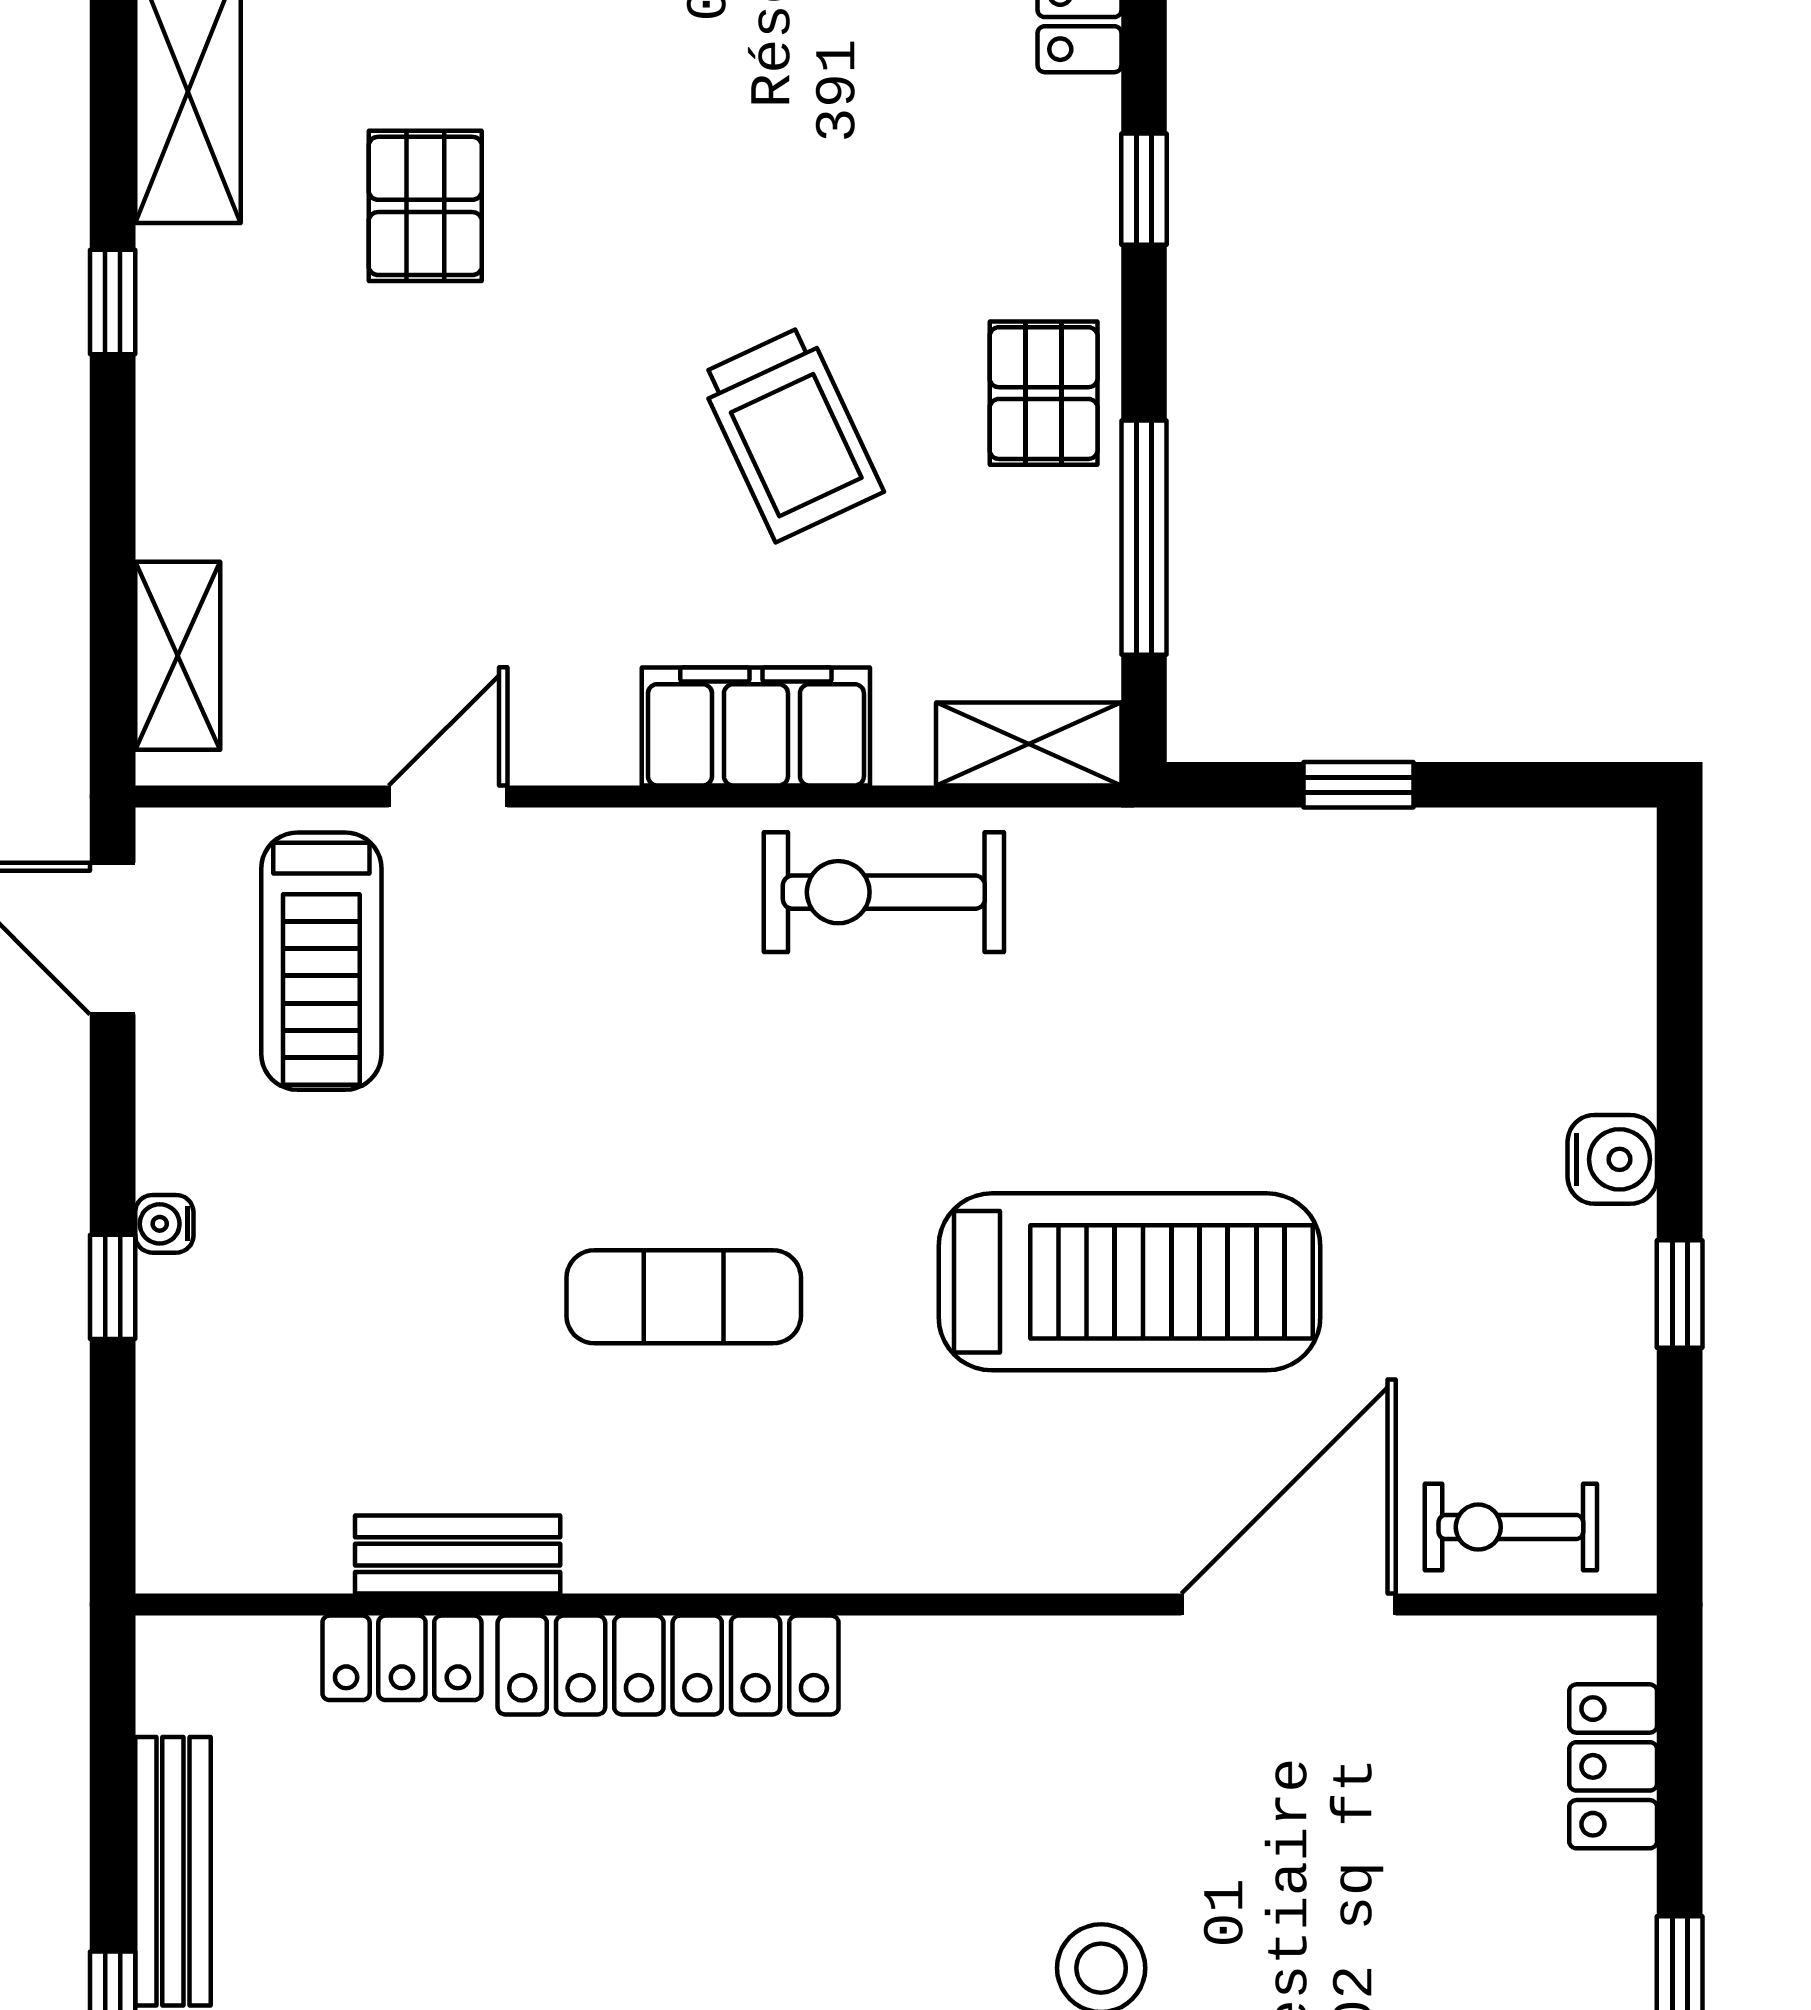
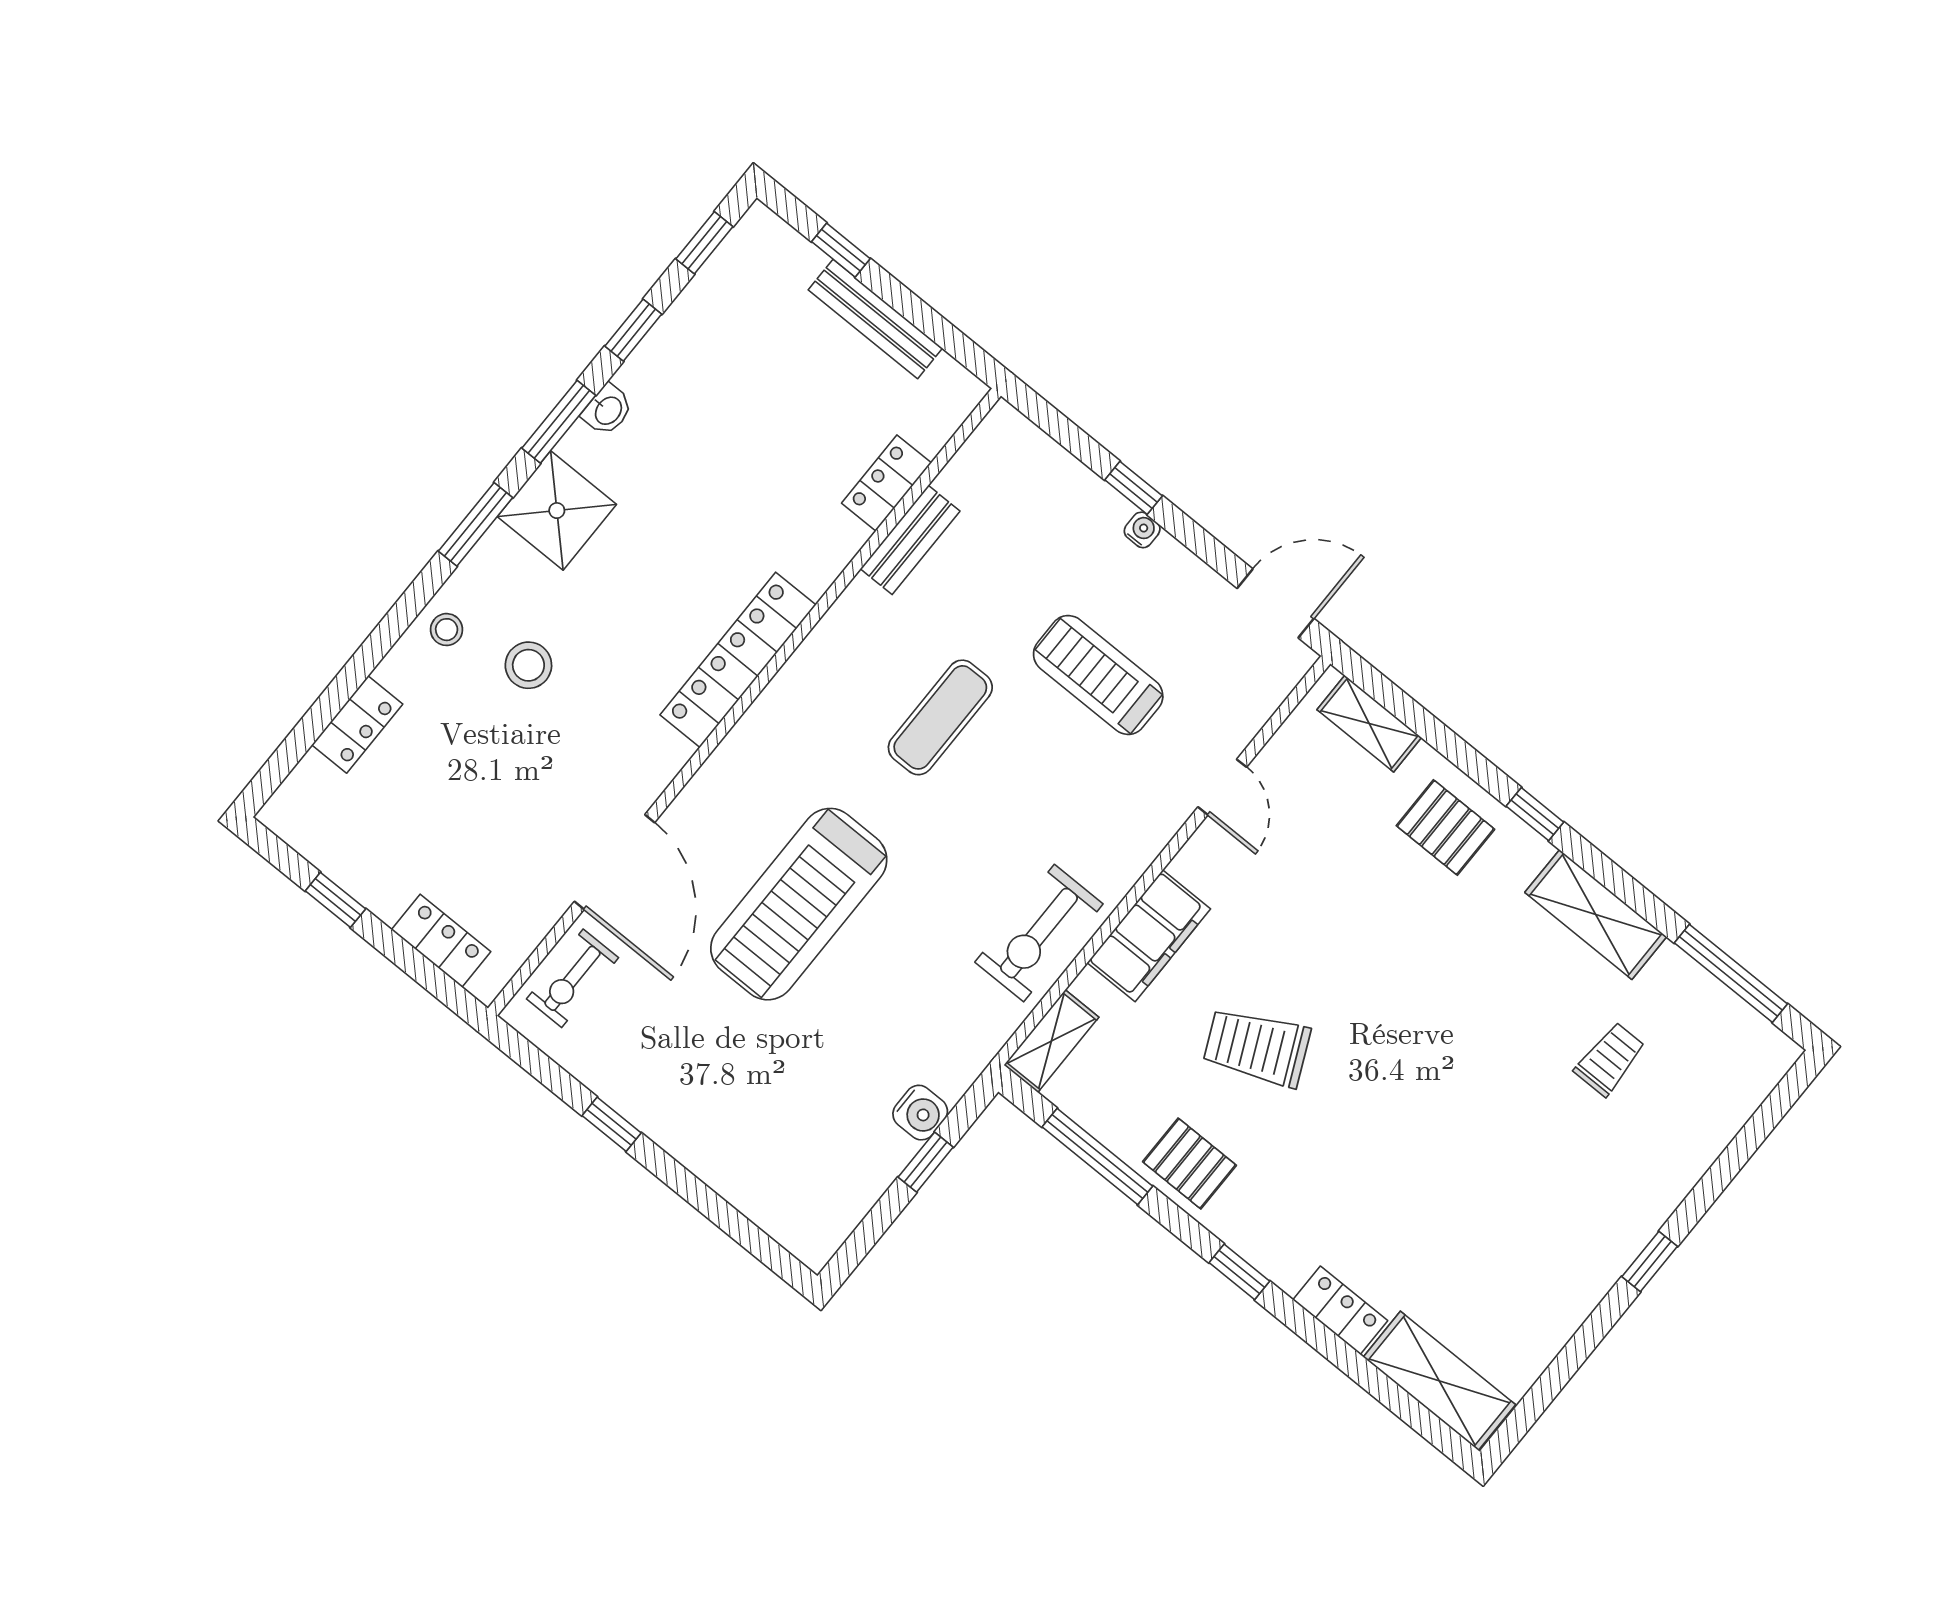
pallet: (425, 206) -> (1445, 827), moved
exercise bike: (884, 892) -> (1039, 933), turned 180
treadmill: (321, 961) -> (1098, 675), moved
water cooler: (1612, 1159) -> (920, 1113), moved, turned -90
exercise bike: (1511, 1527) -> (572, 978), turned 180
locker: (668, 1665) -> (738, 660), moved

